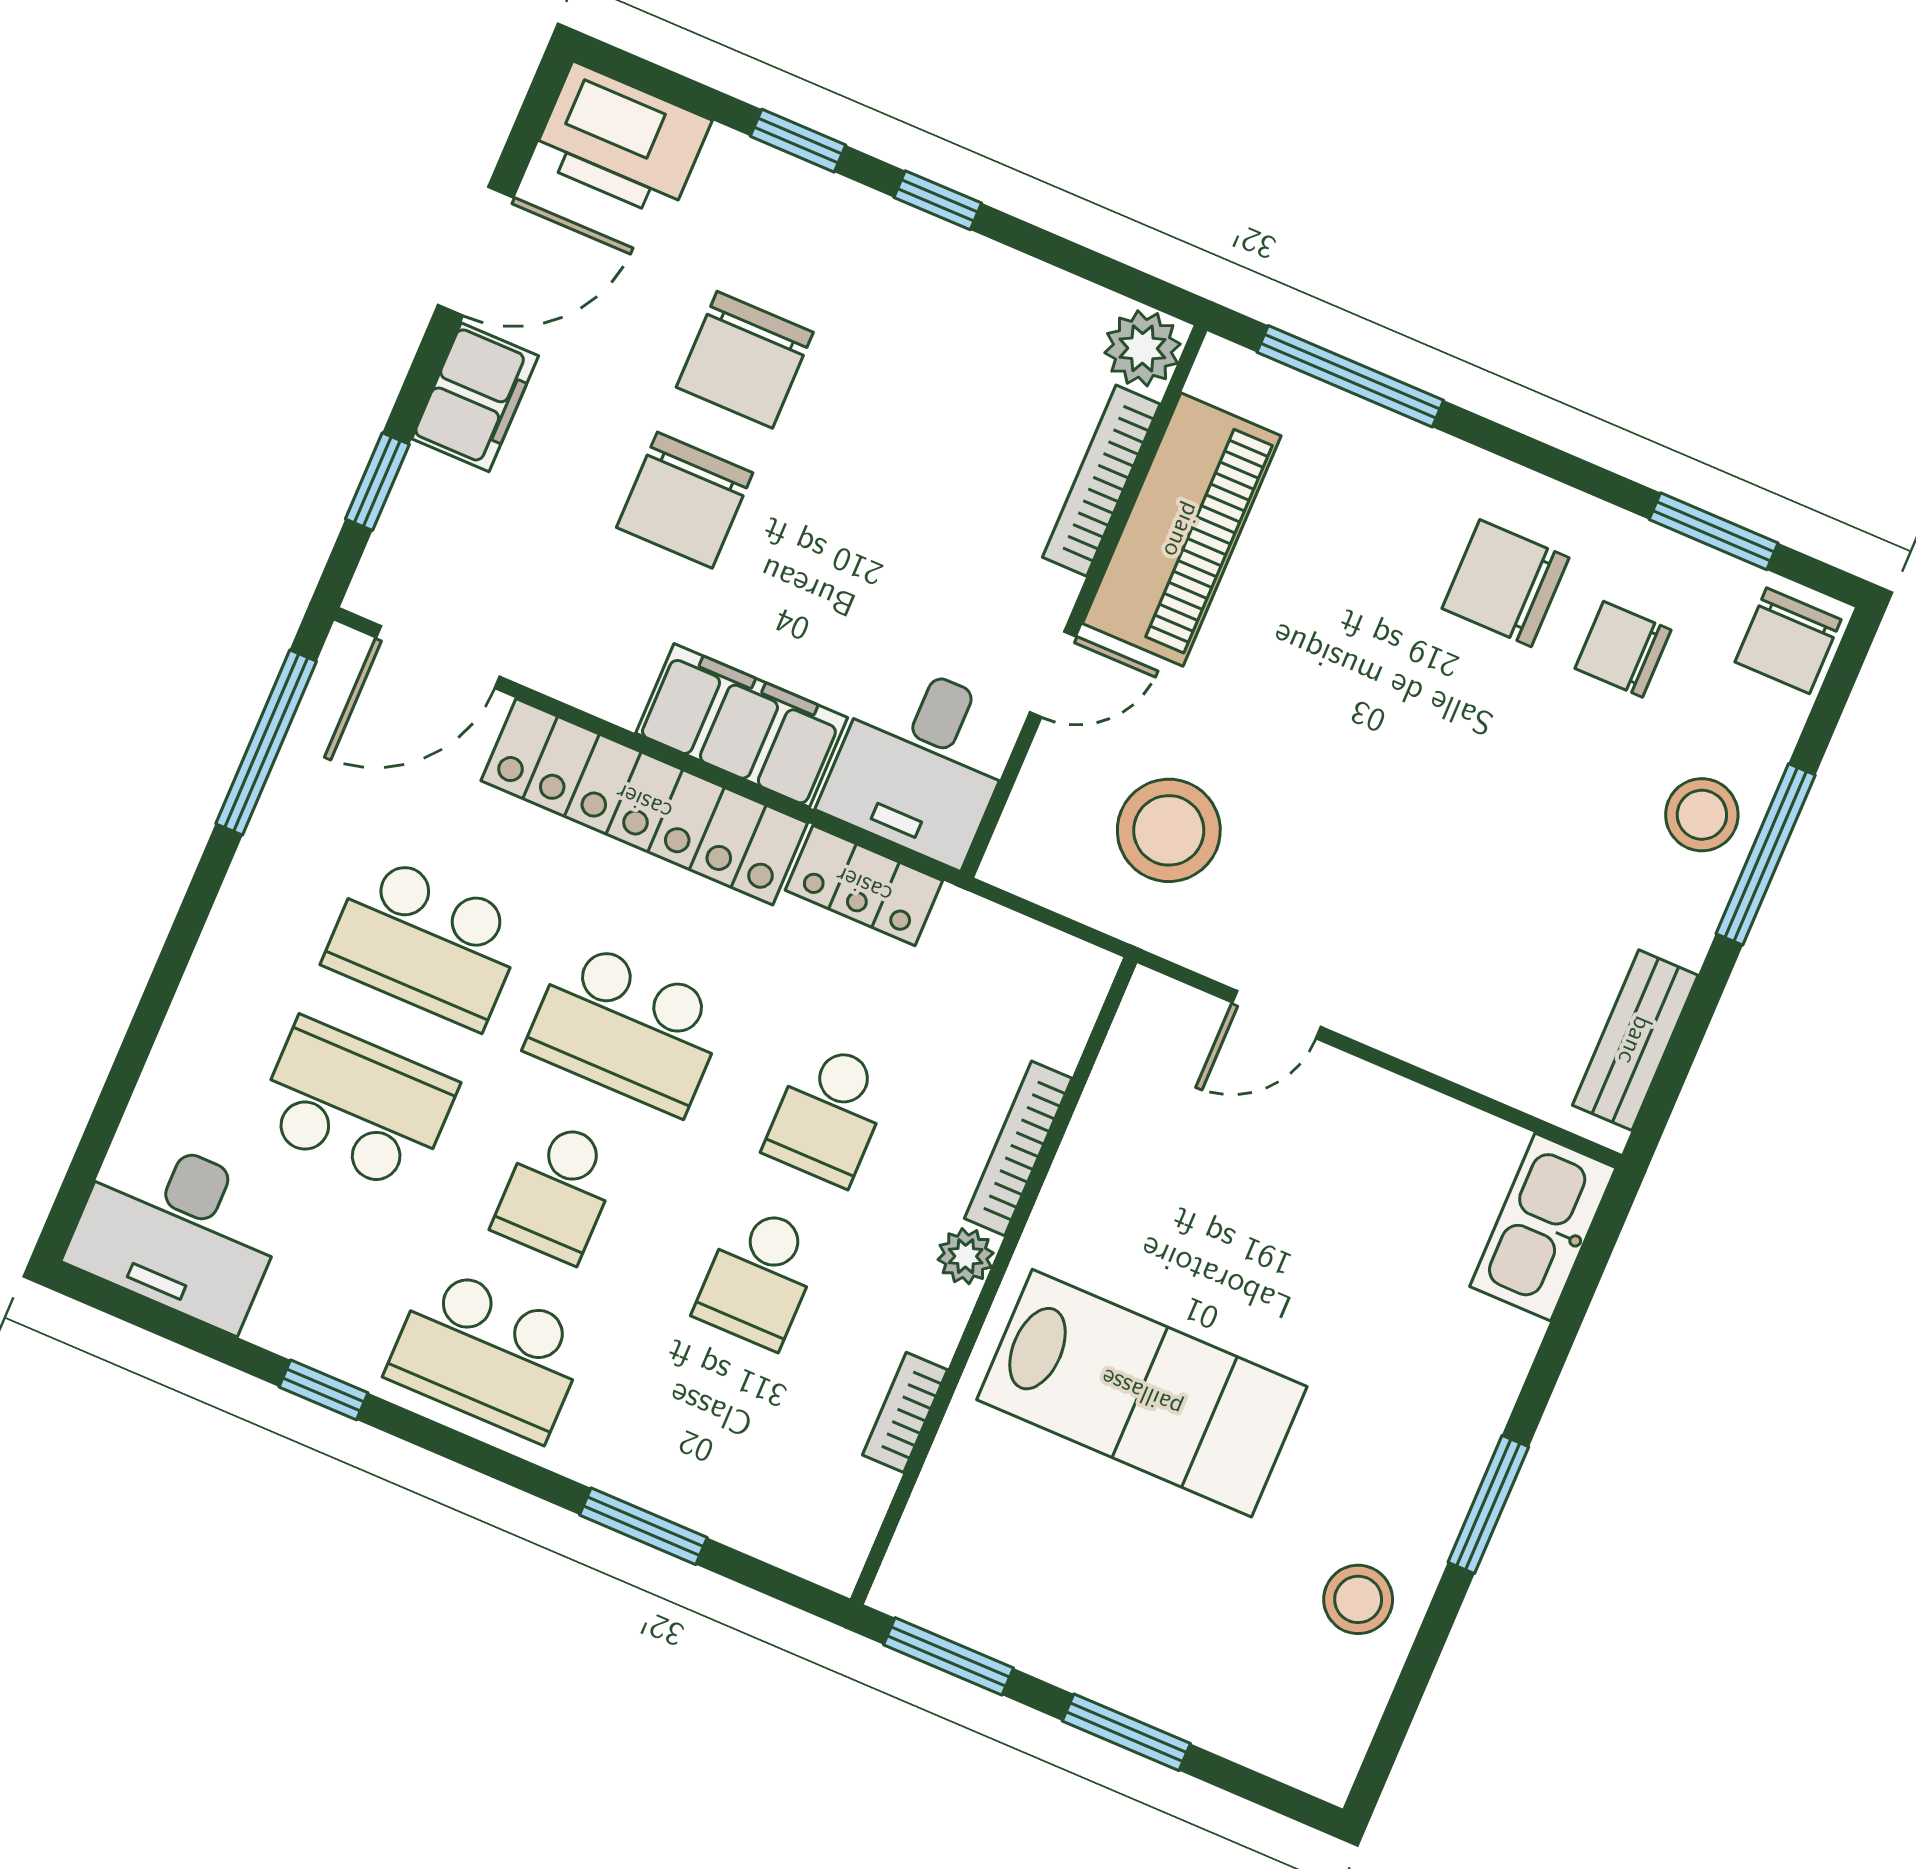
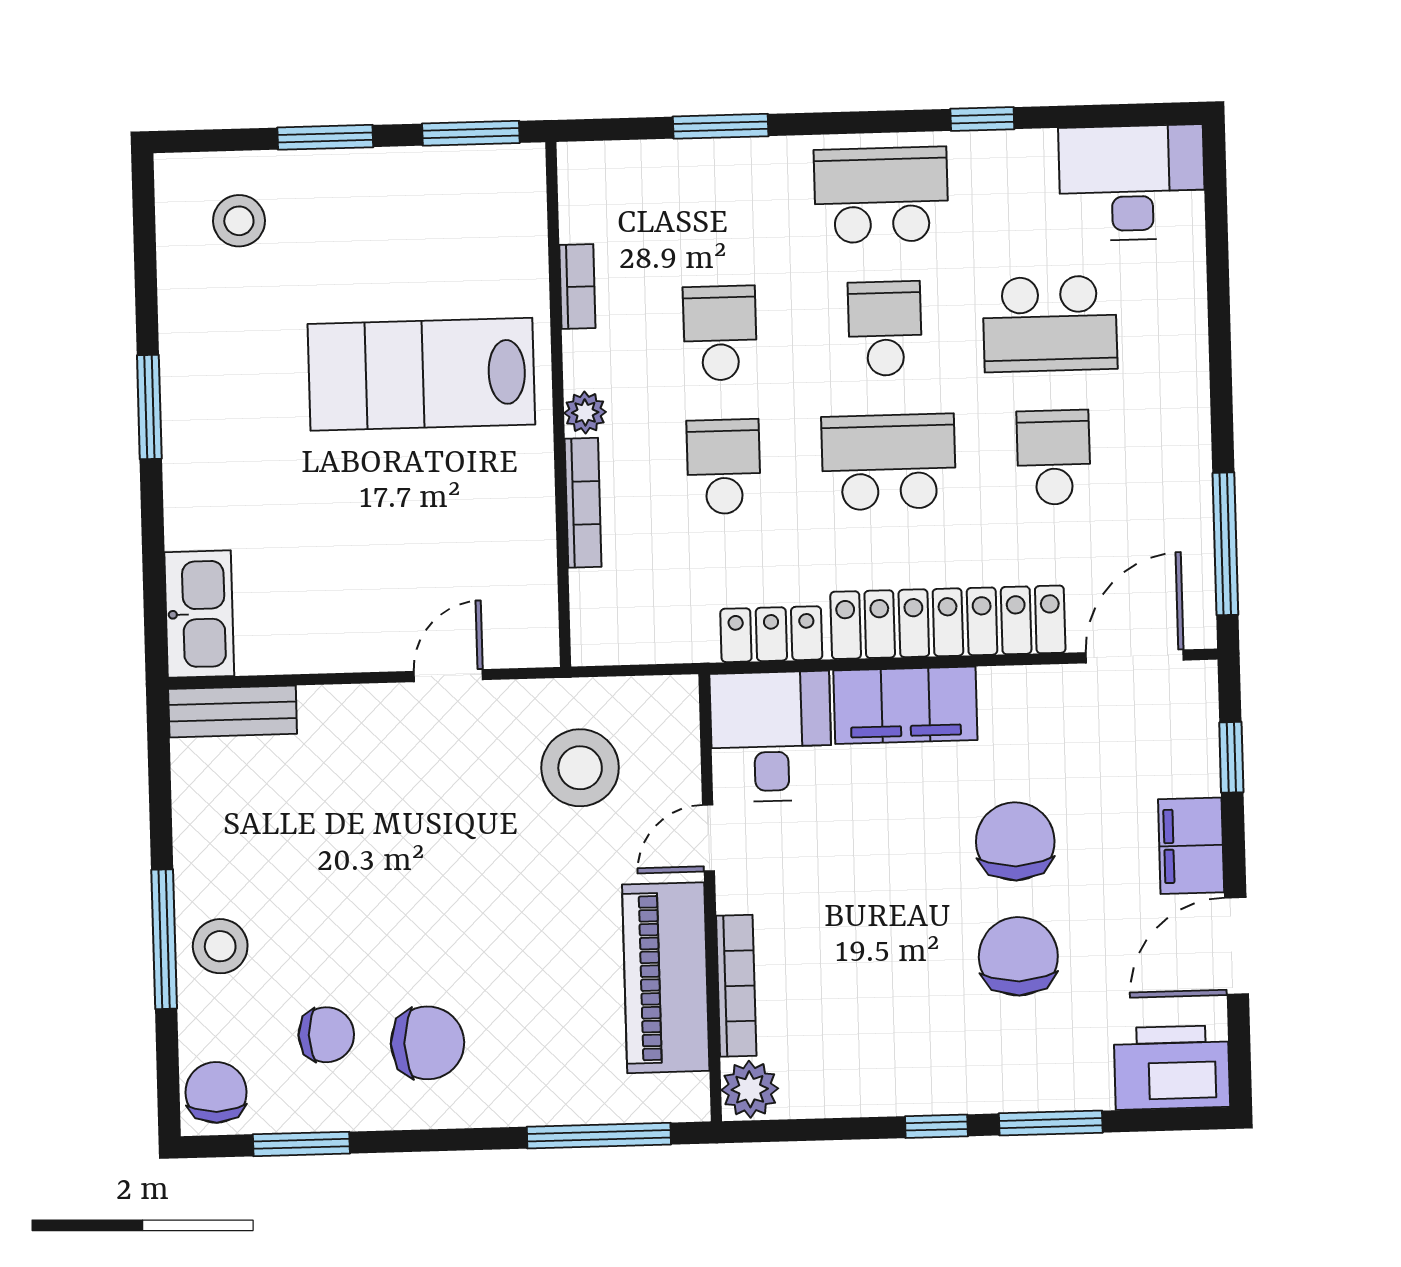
window: (798, 141) -> (1051, 1123), width x1.50
school desk: (425, 942) -> (1054, 457), width x0.54
bench: (1635, 1040) -> (233, 711), moved, turned 90
stool: (1358, 1599) -> (239, 221), moved

